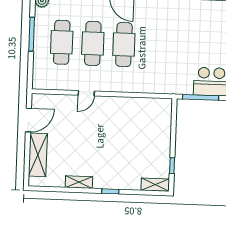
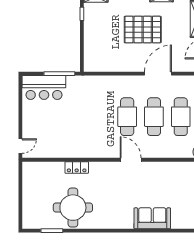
door: (86, 93) -> (158, 74), width x1.87
pallet: (102, 145) -> (143, 30), added

